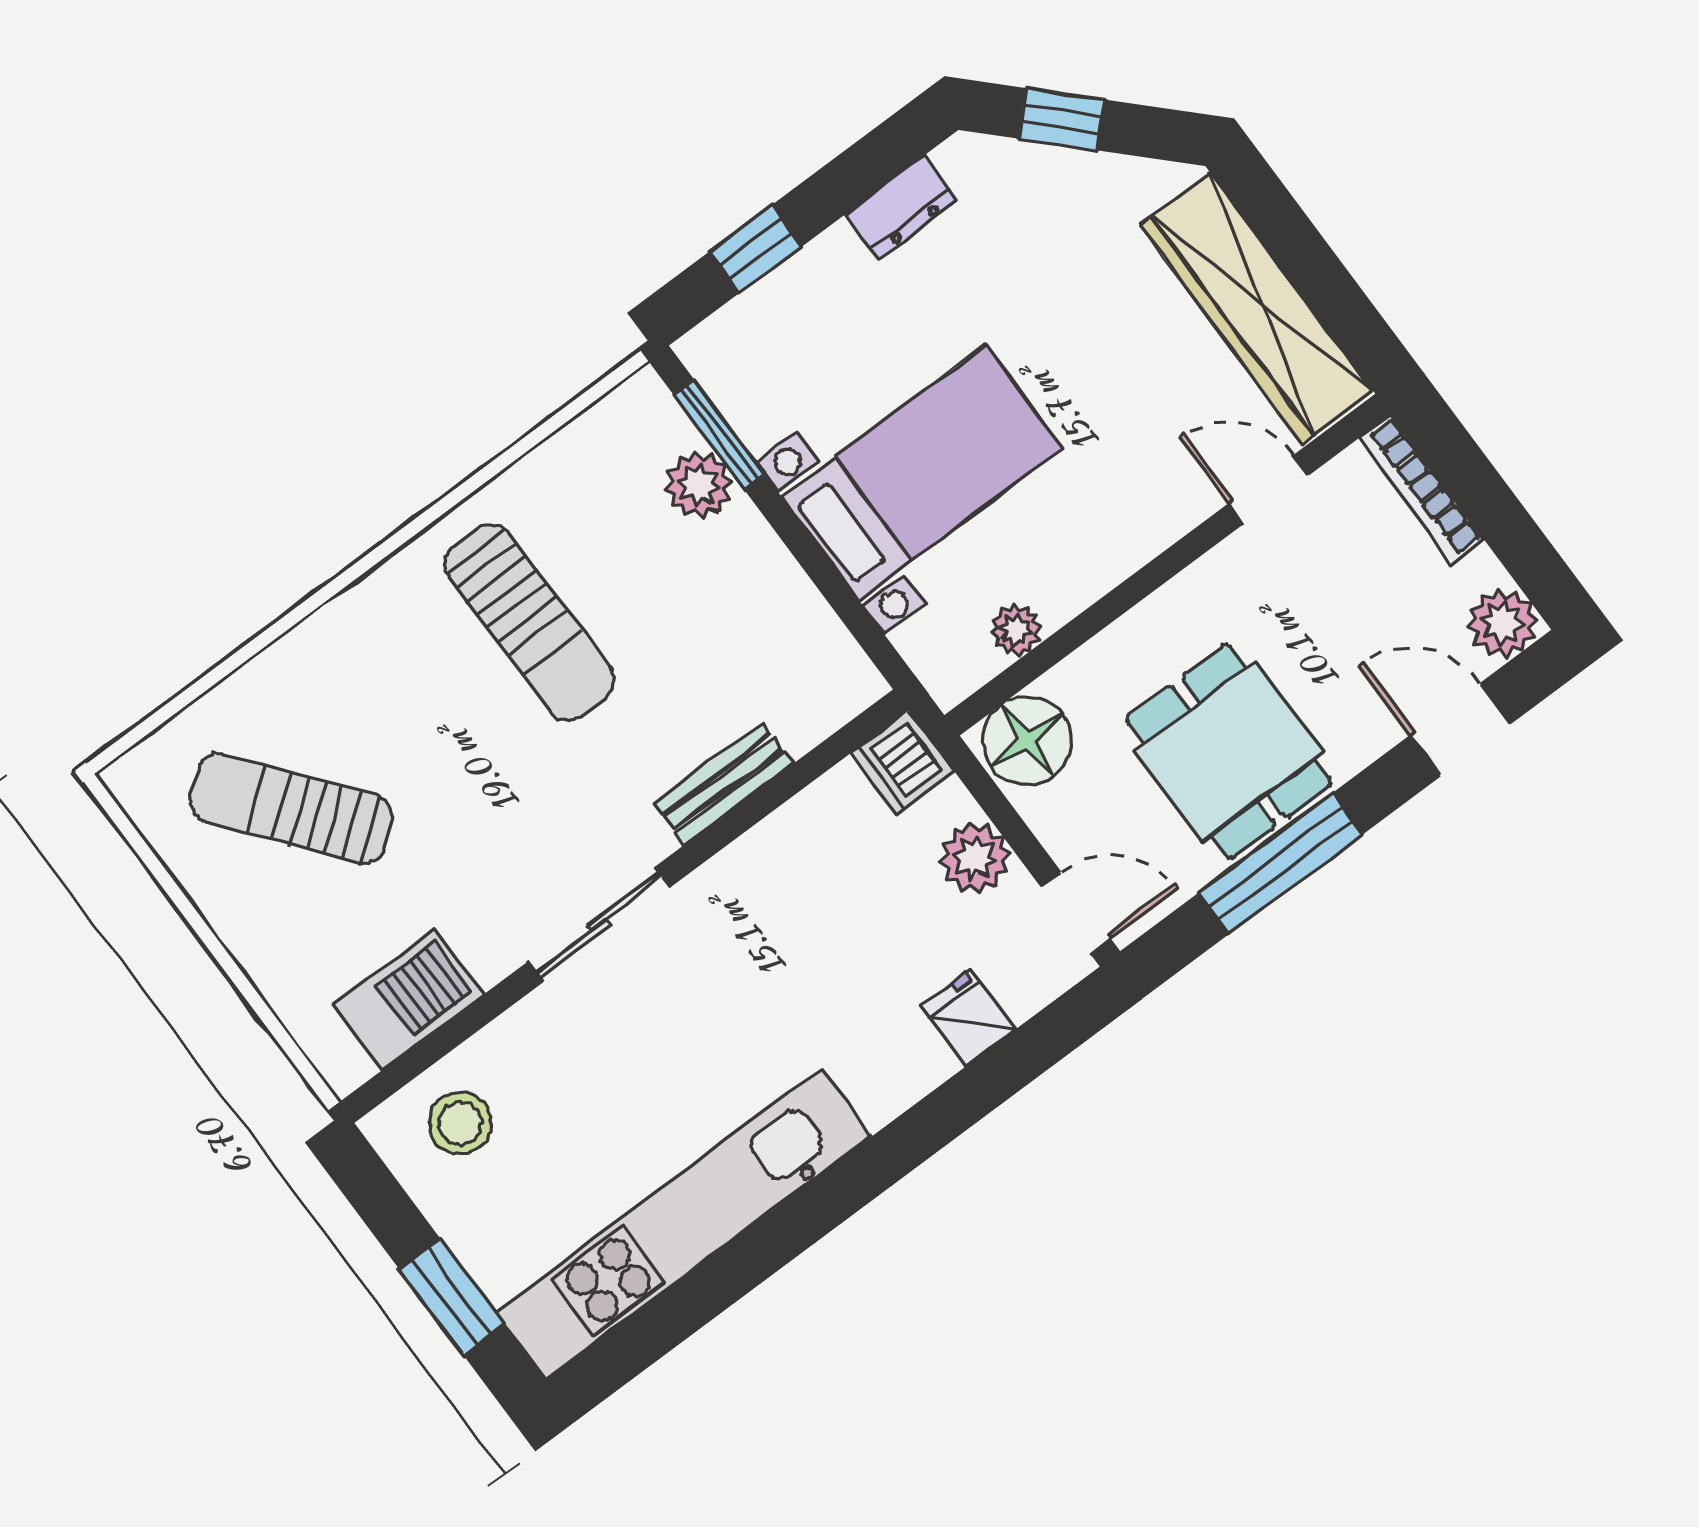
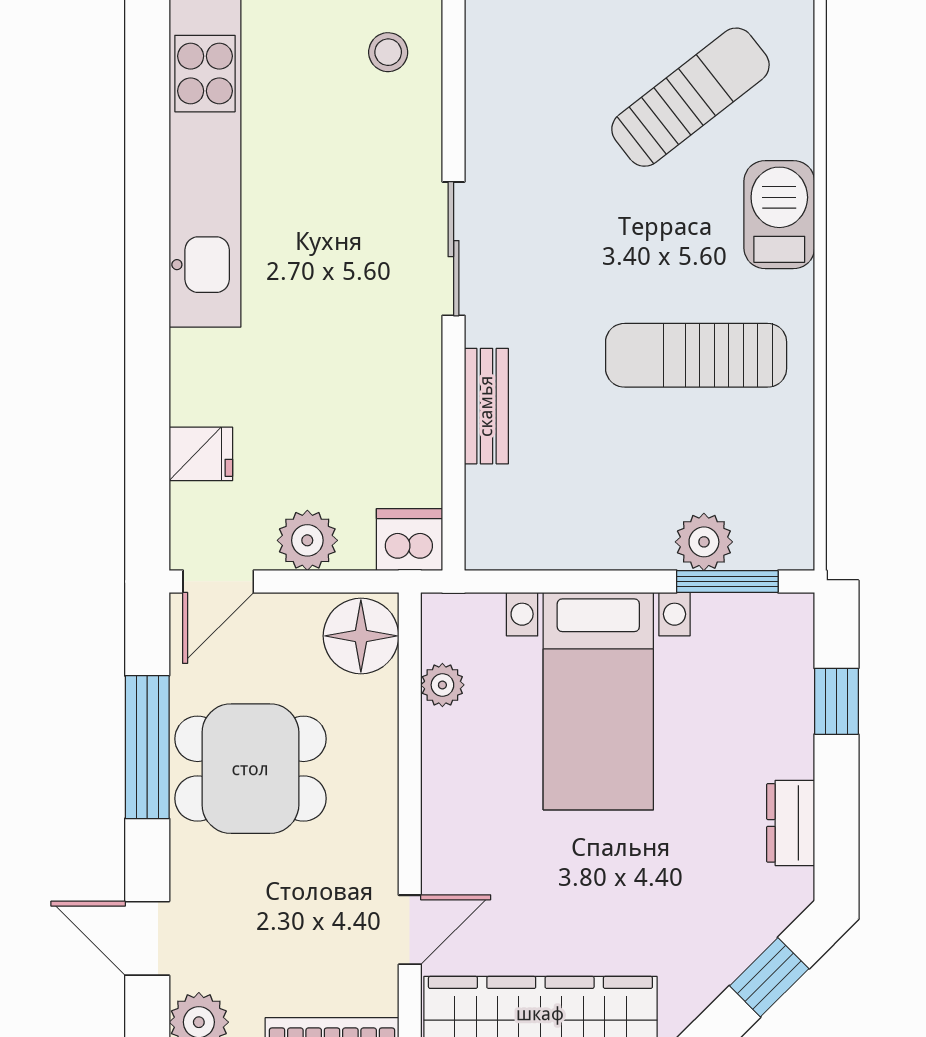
door: (1460, 730) -> (147, 938), swing flipped
barbecue: (408, 999) -> (779, 215), moved, turned 180
stool: (460, 1123) -> (388, 52), width x0.73, depth x0.73

